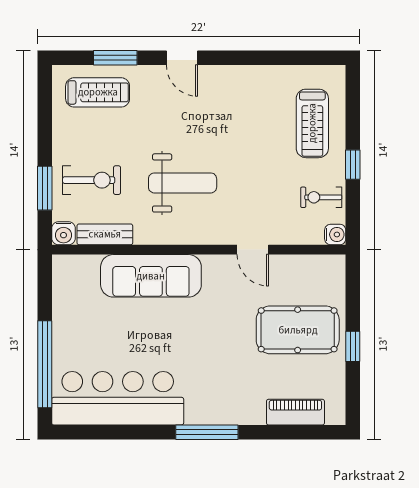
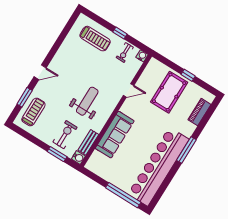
bar counter: (118, 398) -> (158, 167), width x1.36

